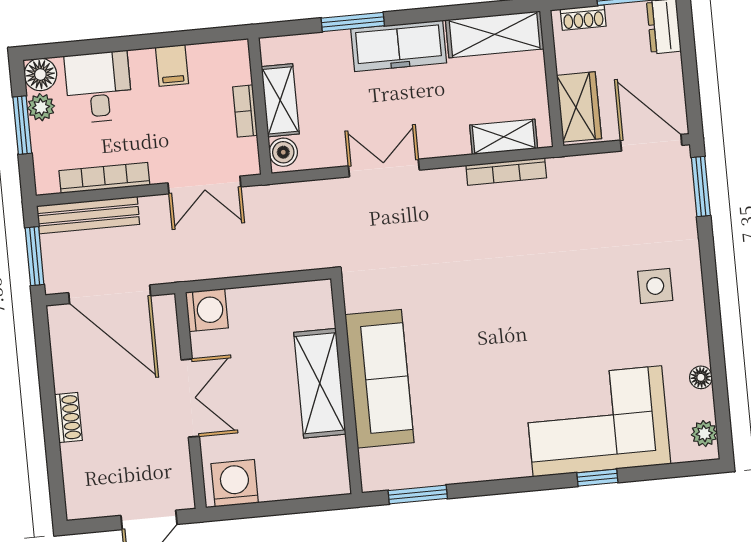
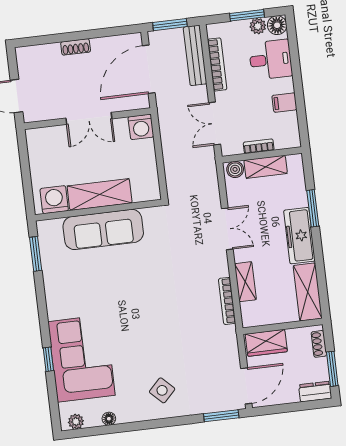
shelving: (504, 137) -> (245, 282), moved
side table: (655, 286) -> (162, 390), turned 45
washing machine: (235, 483) -> (54, 200), moved, turned -90

